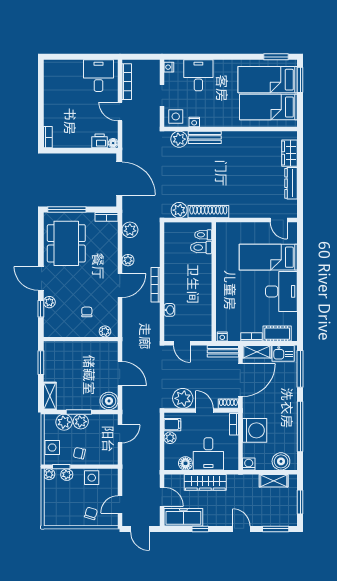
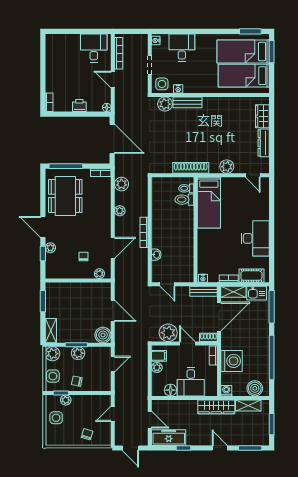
printer: (100, 141) -> (79, 106), moved
plant: (179, 210) -> (227, 167), moved
bed: (268, 257) -> (209, 203), moved, turned -90
door: (120, 285) -> (113, 248), moved
plant: (64, 422) -> (52, 354), moved
plant: (49, 474) -> (50, 400), removed
side table: (92, 478) -> (56, 418), moved
wardrobe: (205, 482) -> (216, 407), moved
door: (120, 504) -> (113, 414), moved

